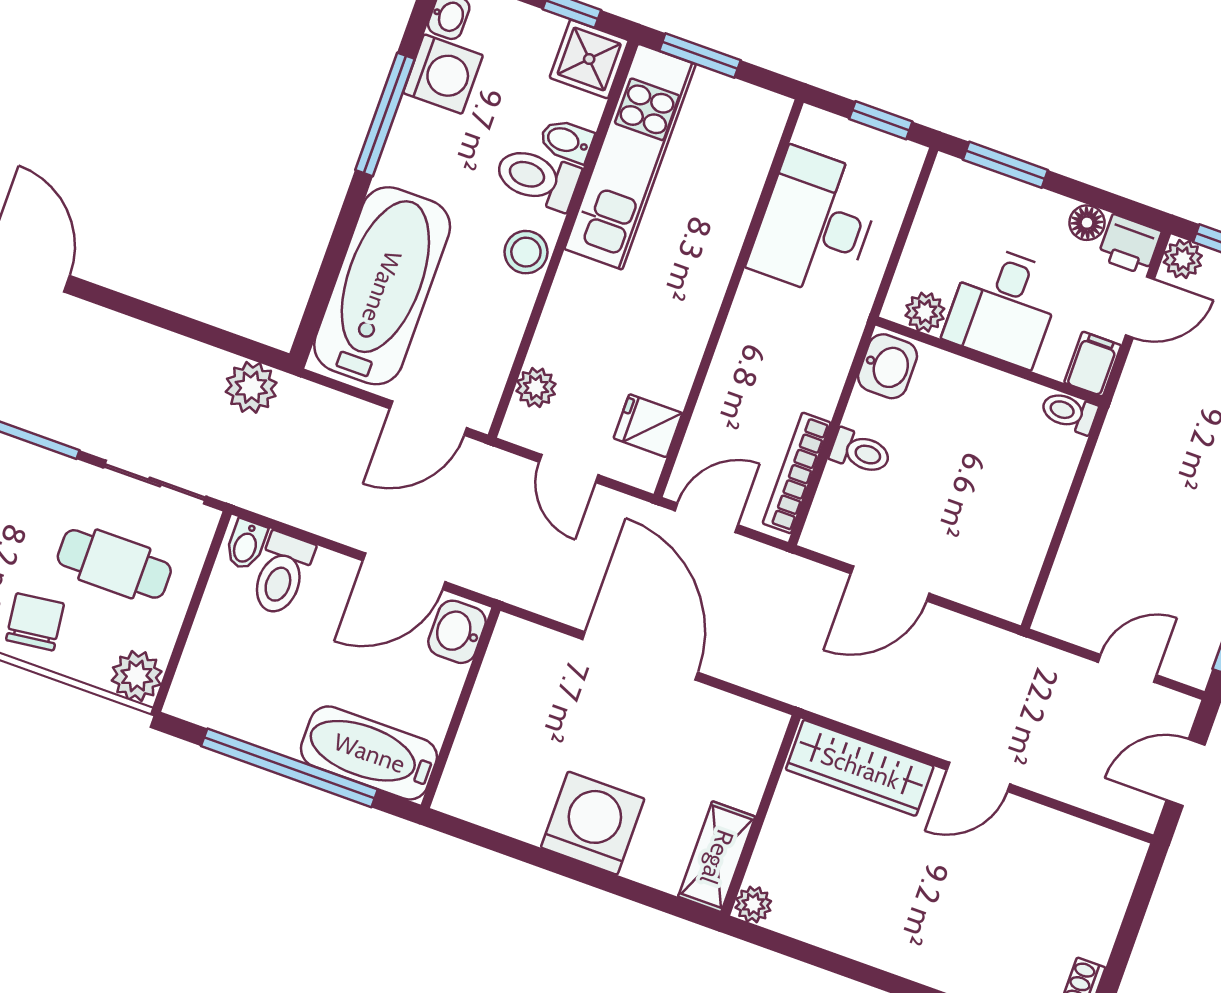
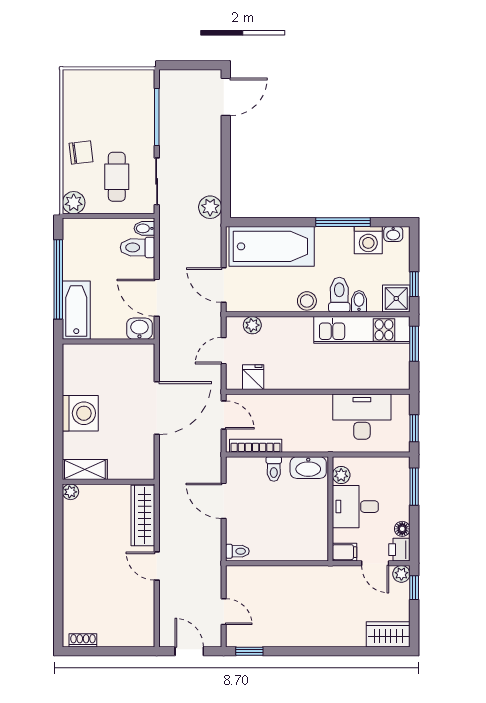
washbasin: (888, 366) -> (308, 468), width x1.38
toilet: (1069, 412) -> (237, 551), moved, turned 90

